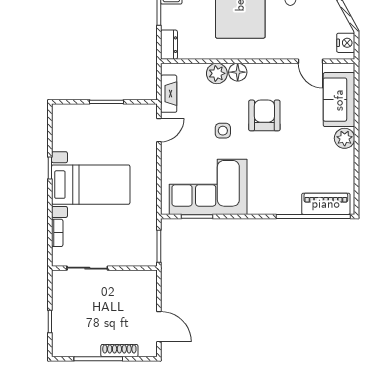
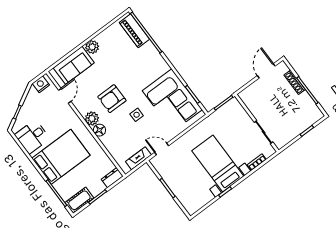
plant: (217, 73) -> (92, 119), moved

